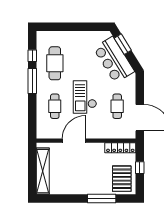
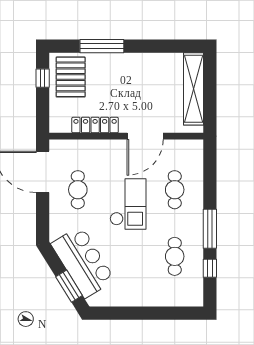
cafe table: (55, 63) -> (175, 256), width x0.73, depth x0.74
locker: (120, 148) -> (95, 125), moved
window: (140, 168) -> (43, 78), moved

